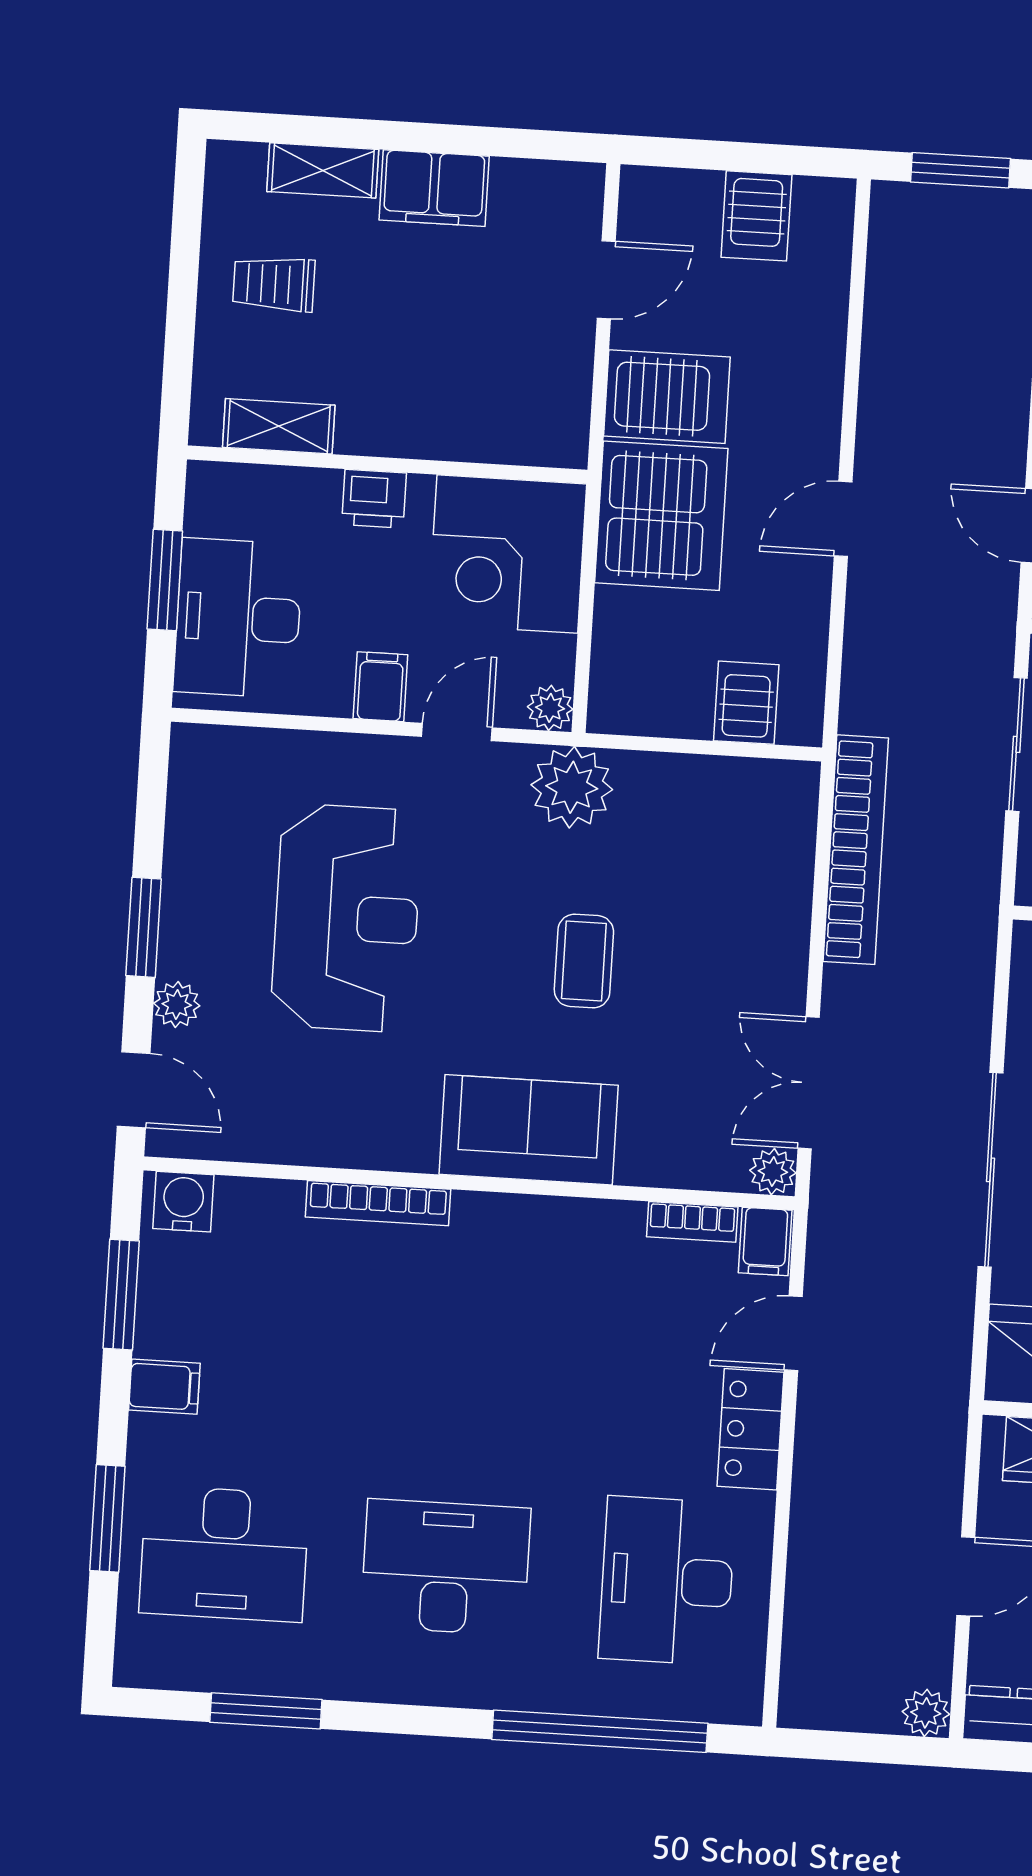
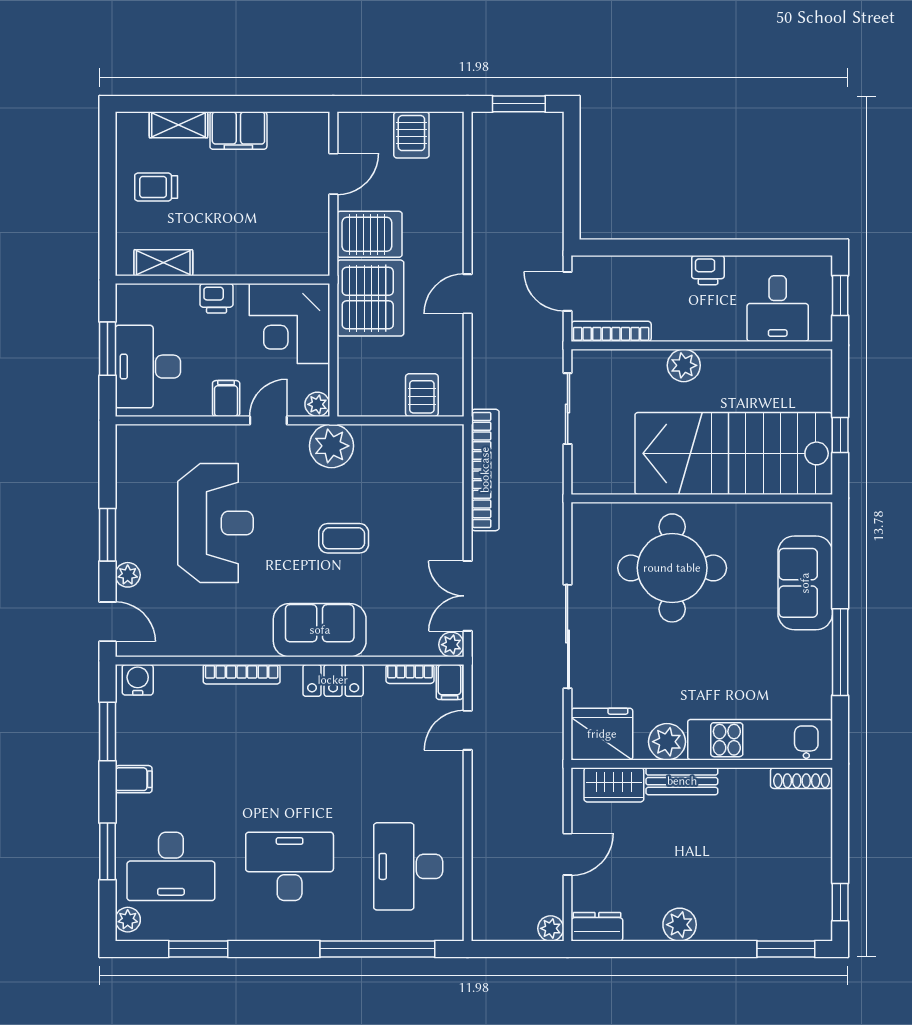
coffee table: (584, 961) -> (344, 538), turned 90
locker: (751, 1429) -> (333, 680), moved, turned -90
plant: (137, 1648) -> (128, 920), added

